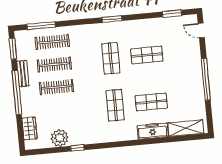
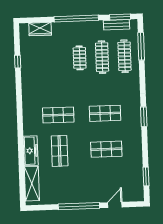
door: (201, 30) -> (115, 205), moved
shop shelf: (147, 55) -> (106, 149), turned 90
bench: (23, 74) -> (117, 25), moved
clothes rail: (56, 87) -> (80, 58), width x0.73
plant: (60, 138) -> (29, 58), removed
window: (77, 148) -> (18, 62), moved

